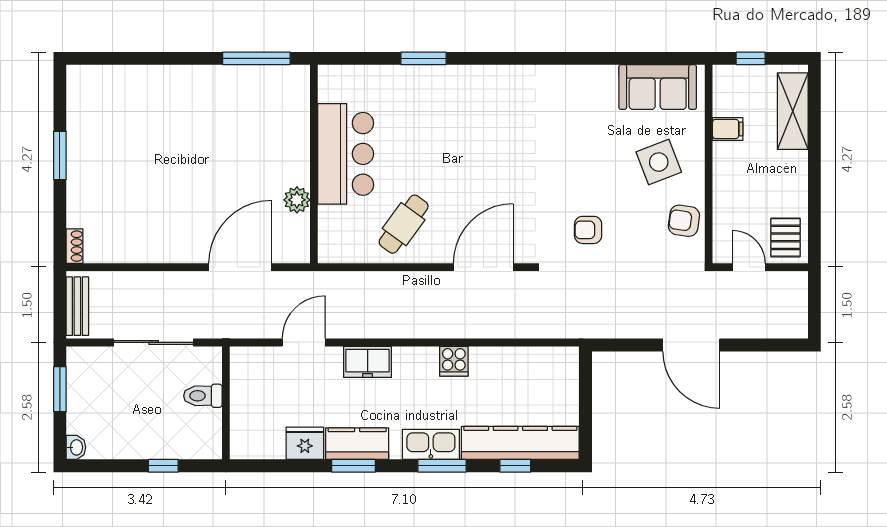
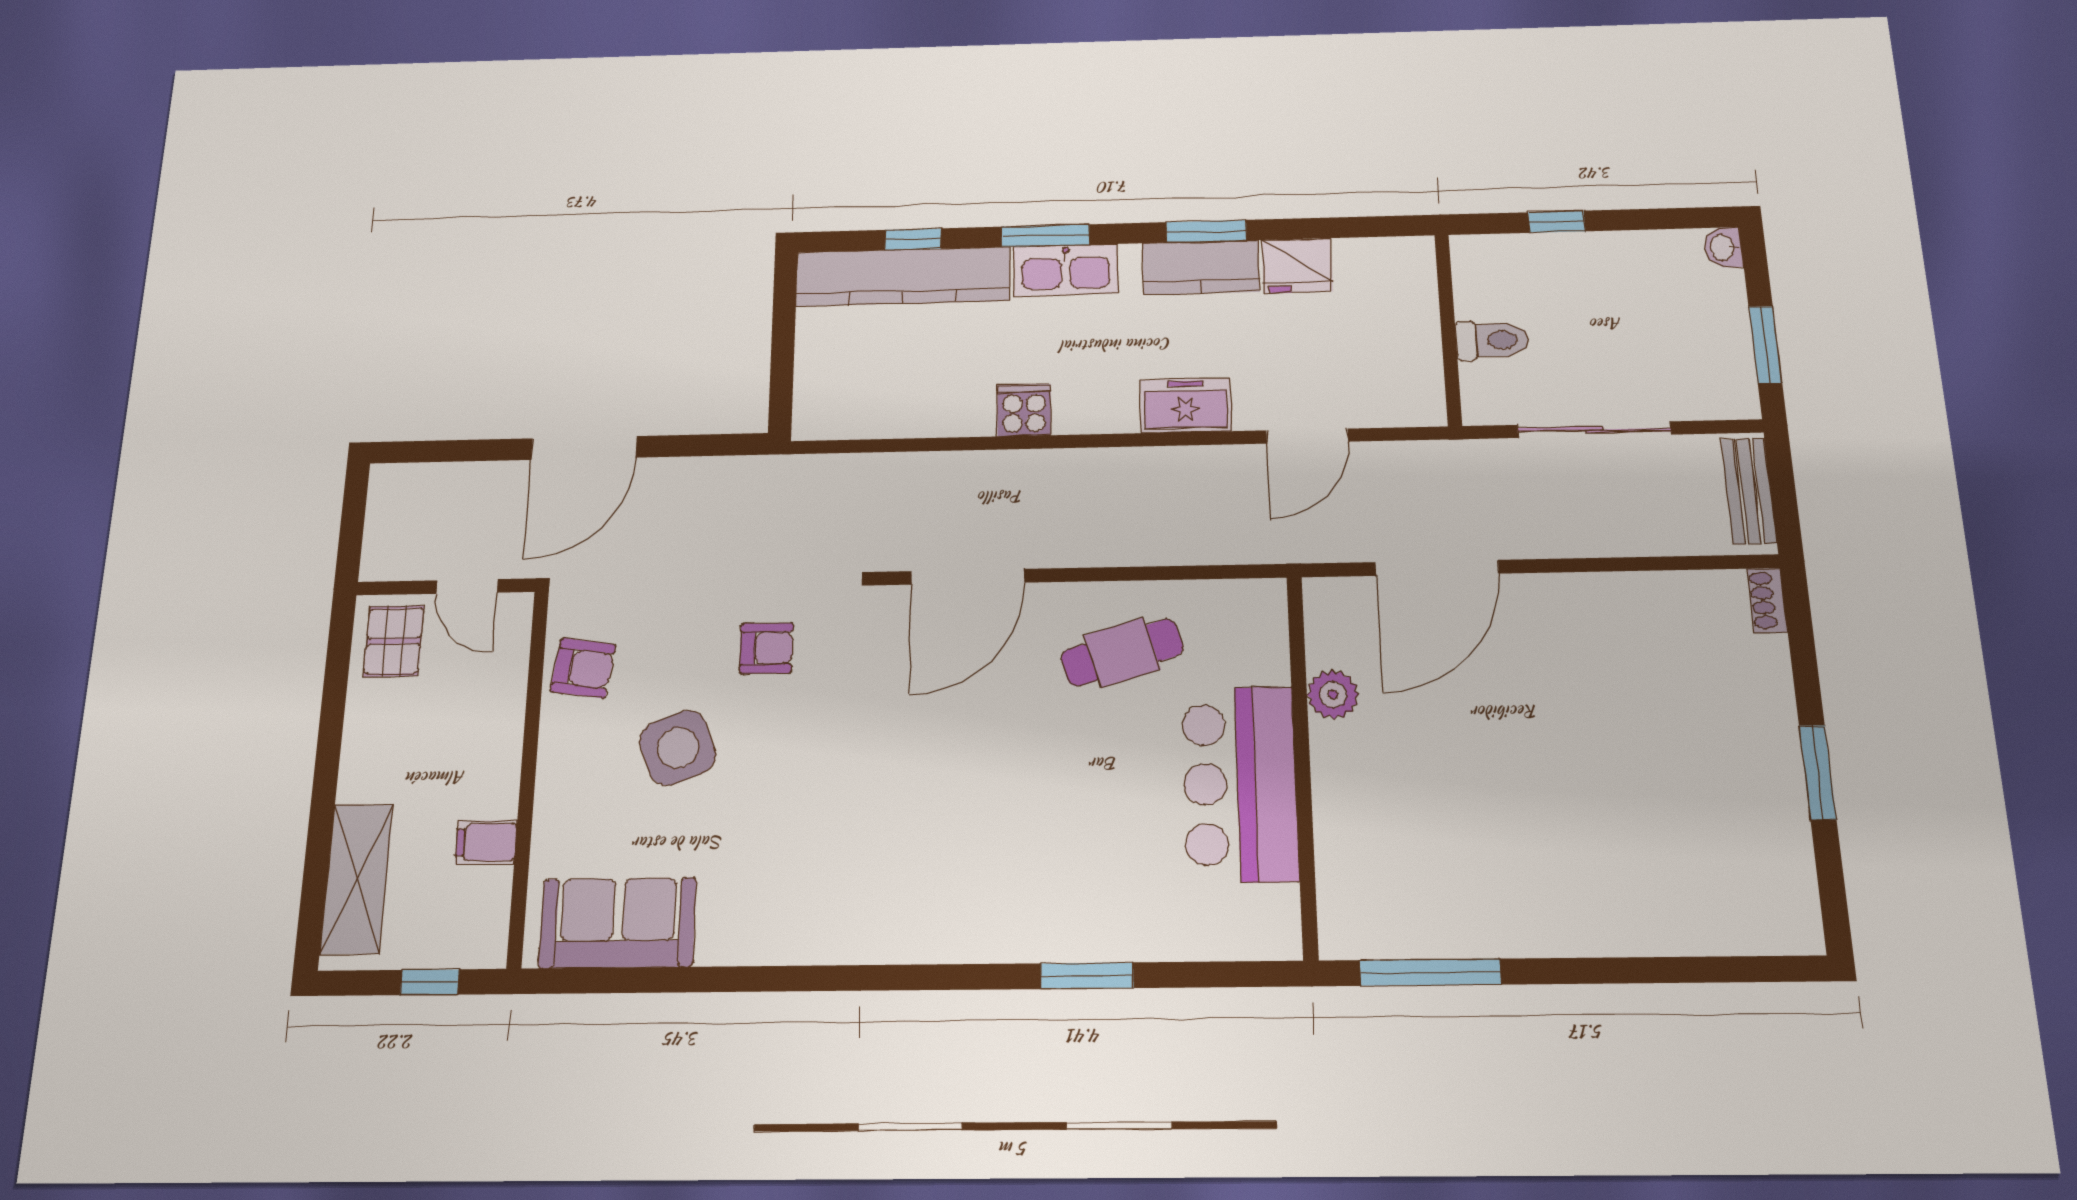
side table: (659, 162) -> (678, 748), moved
cafe table: (404, 224) -> (1122, 653), turned 37
door: (691, 345) -> (584, 448), swing flipped

